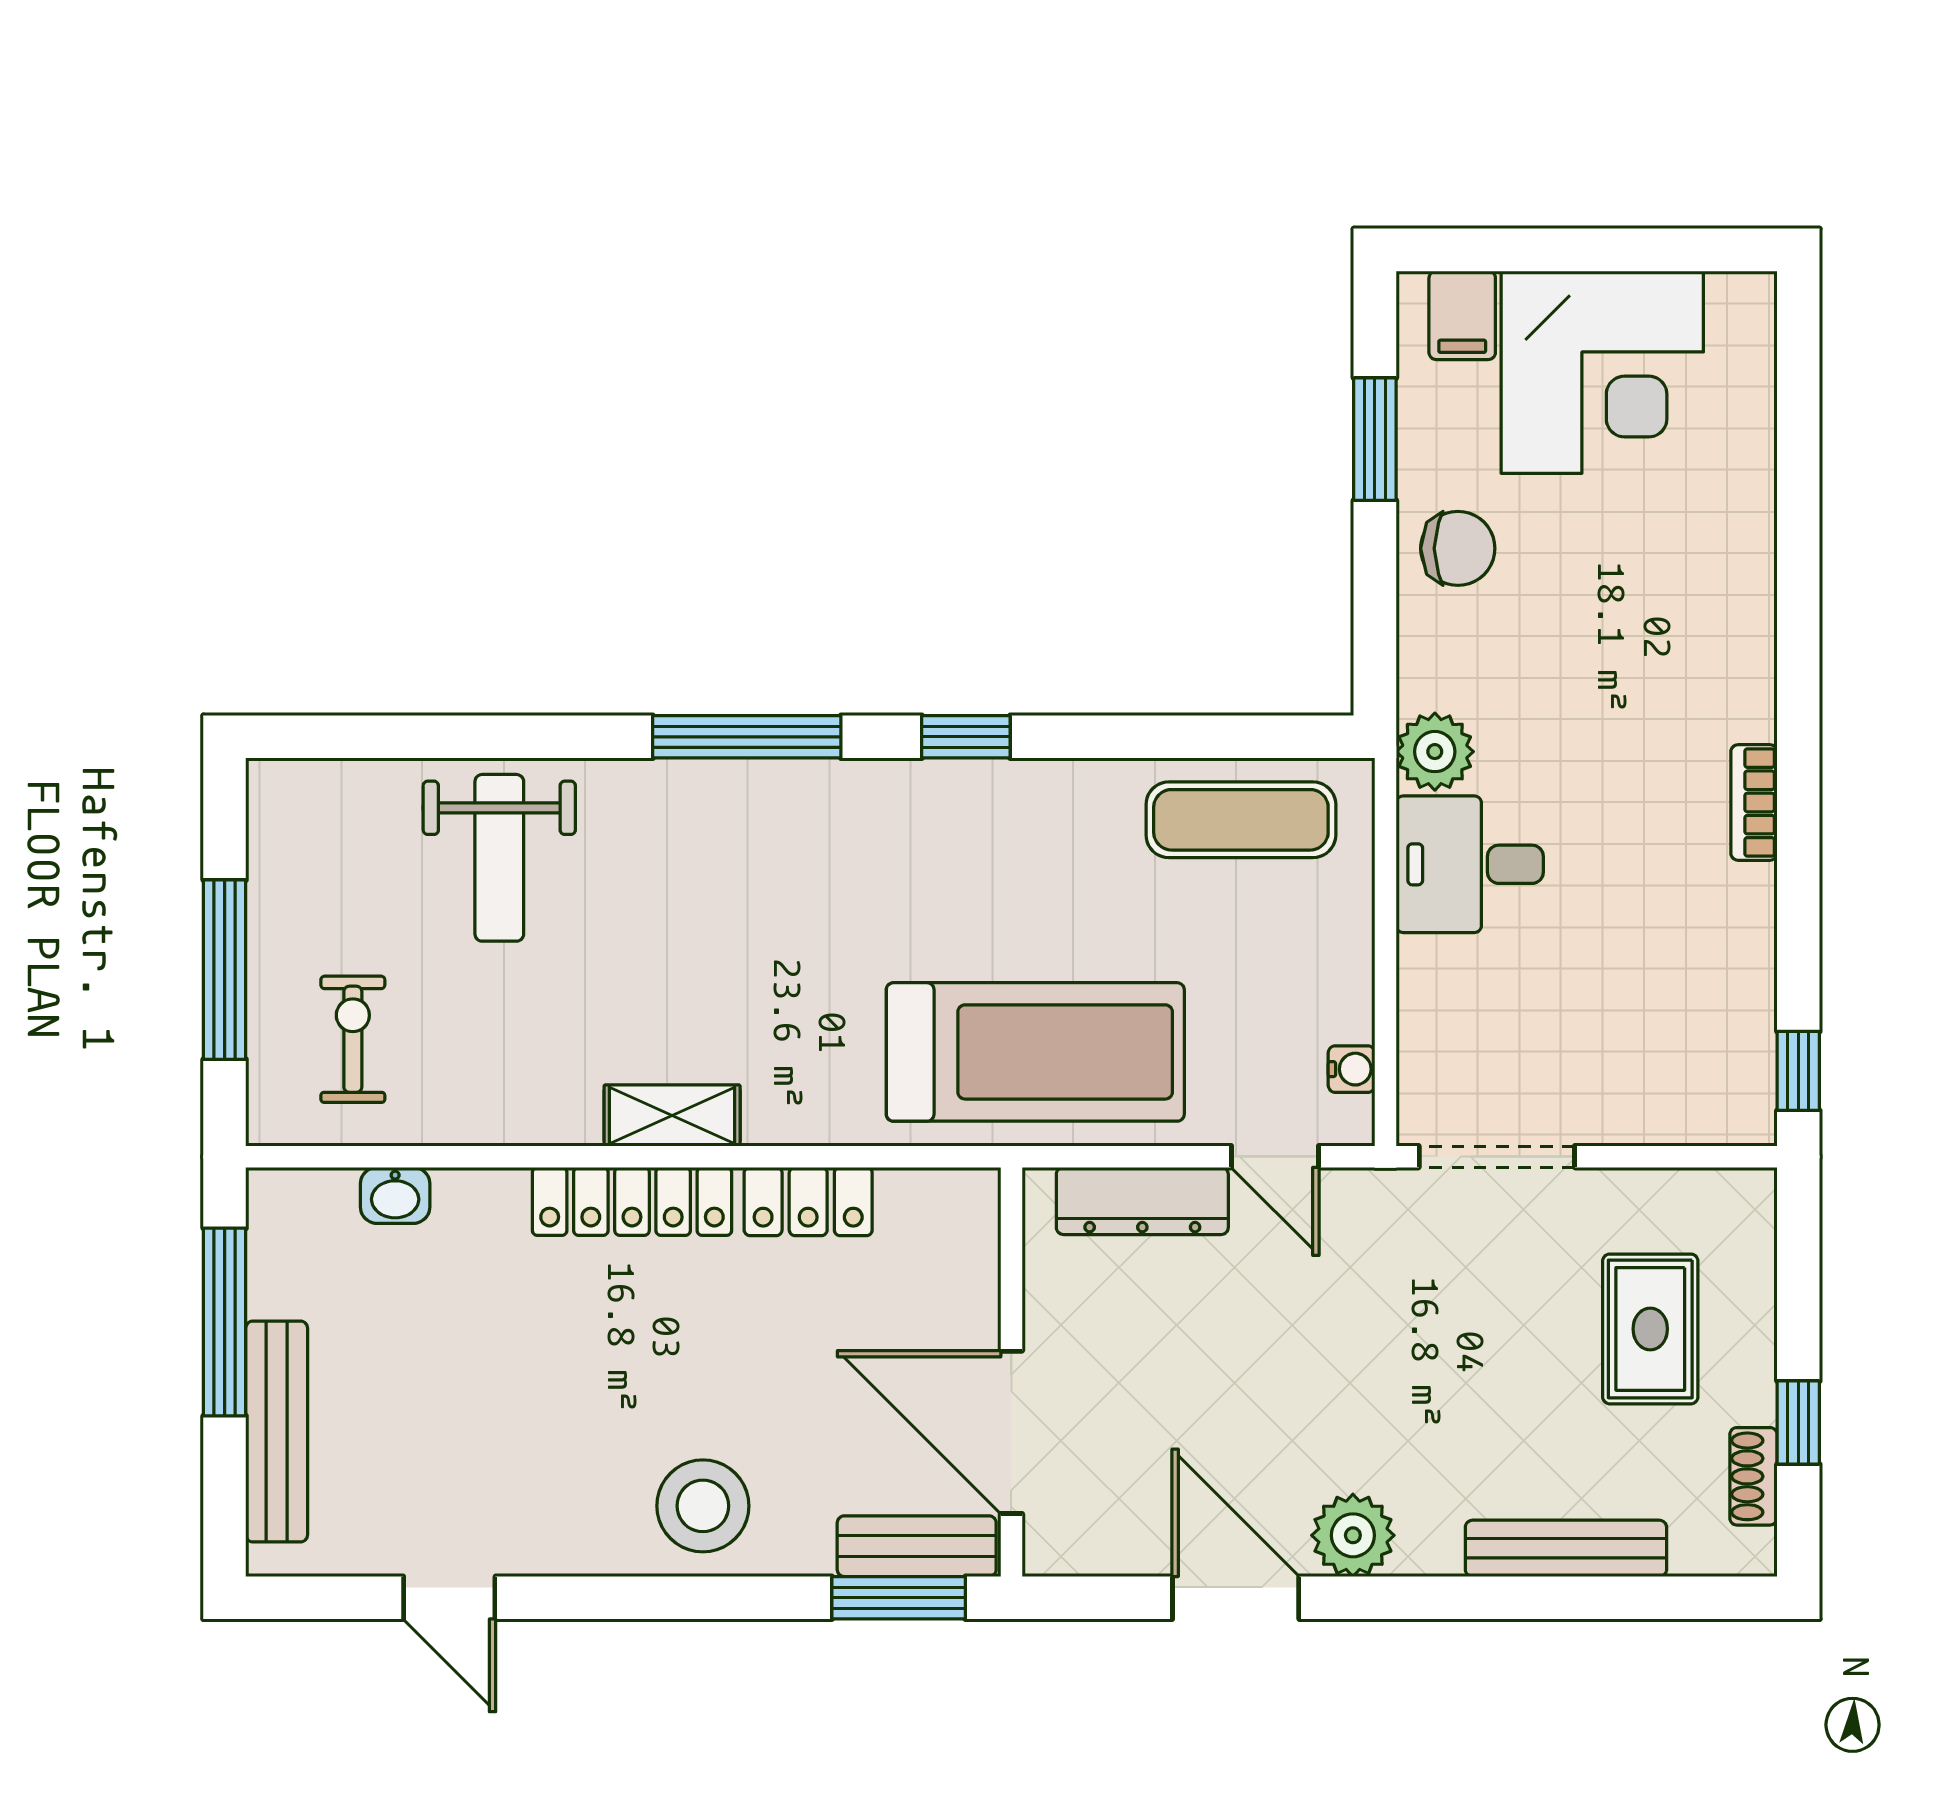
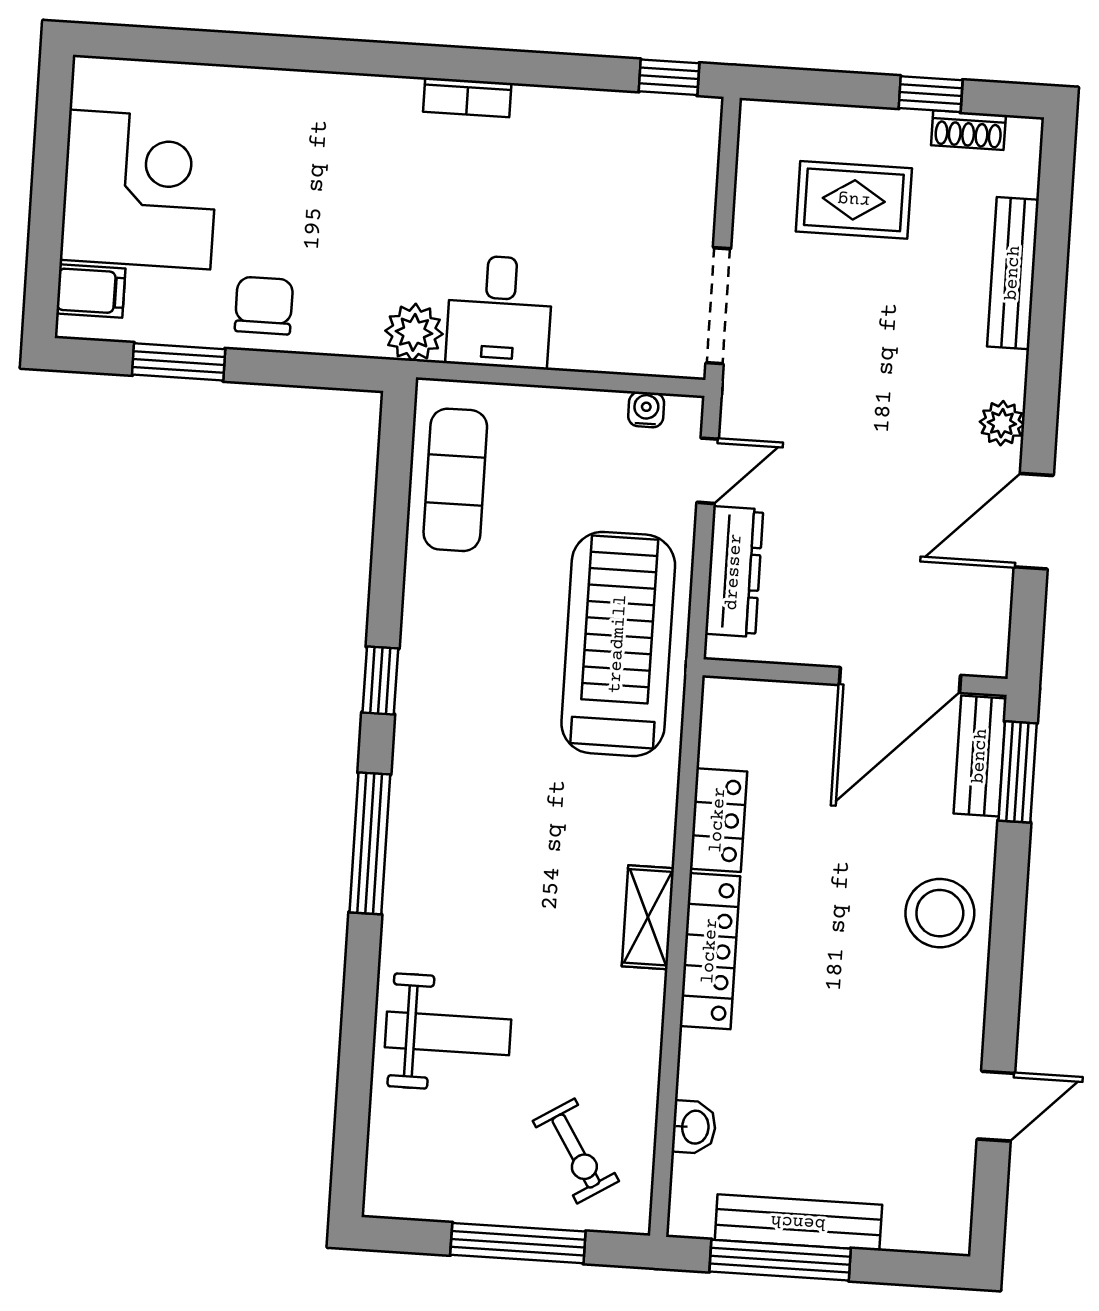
exercise bike: (353, 1039) -> (576, 1151), turned -122
bench: (277, 1432) -> (798, 1222), moved
plant: (1353, 1535) -> (1002, 423), width x0.73, depth x0.73

